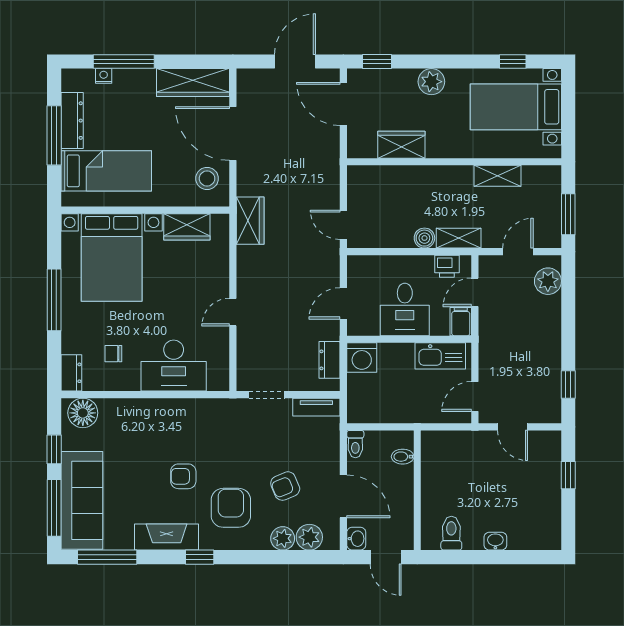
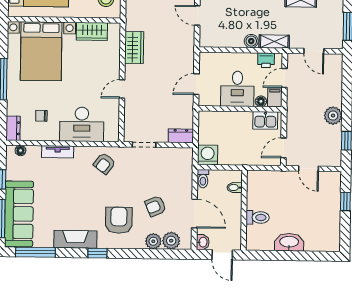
wardrobe: (250, 221) -> (134, 47), moved
door: (343, 225) -> (197, 16), moved
door: (518, 252) -> (314, 51), swing flipped
plant: (548, 281) -> (333, 116), moved
floor lamp: (440, 328) -> (261, 101), added
kitchen sink: (440, 356) -> (265, 120), width x0.73
washing machine: (362, 358) -> (208, 155), moved, turned 180
dresser: (330, 360) -> (181, 136), moved, turned 90
tv unit: (316, 407) -> (58, 152), moved
floor lamp: (83, 413) -> (20, 151), width x0.53, depth x0.53
armchair: (183, 476) -> (104, 163), moved, turned -53
toilet: (451, 533) -> (258, 217), moved, turned 90
washbasin: (495, 541) -> (289, 242), width x1.91, depth x1.45

